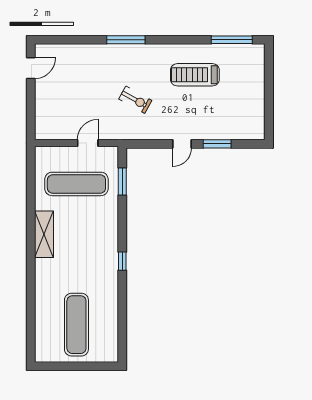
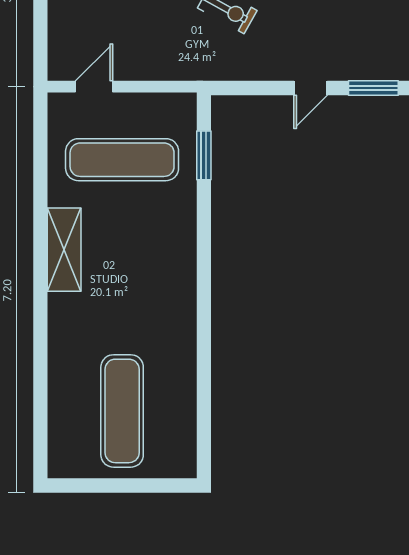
door: (88, 143) -> (94, 87), moved
window: (122, 261) -> (204, 298), removed

